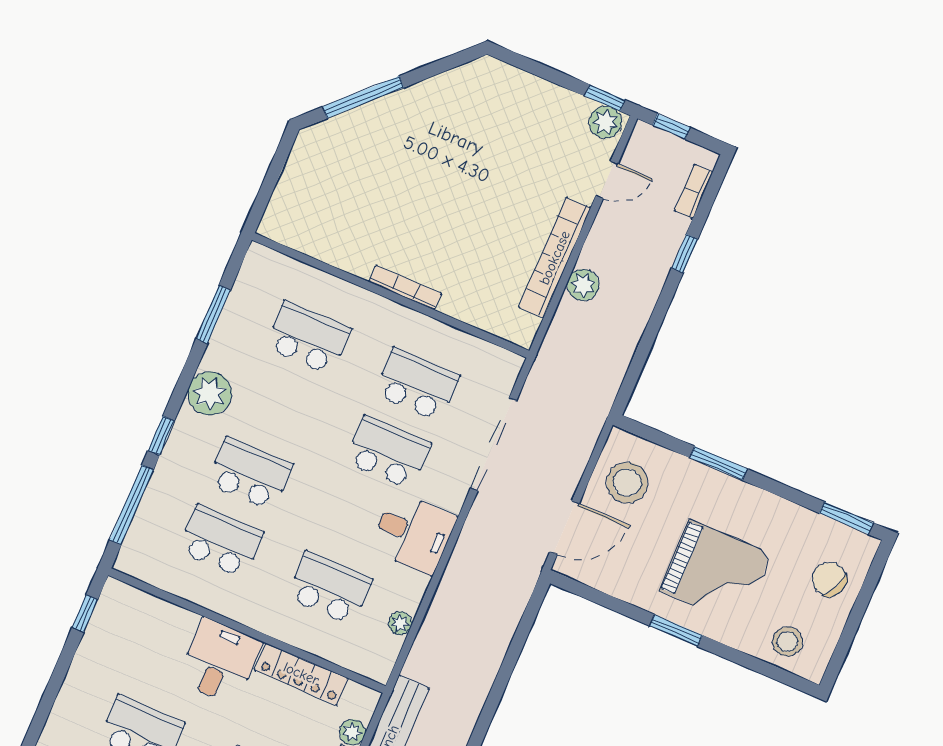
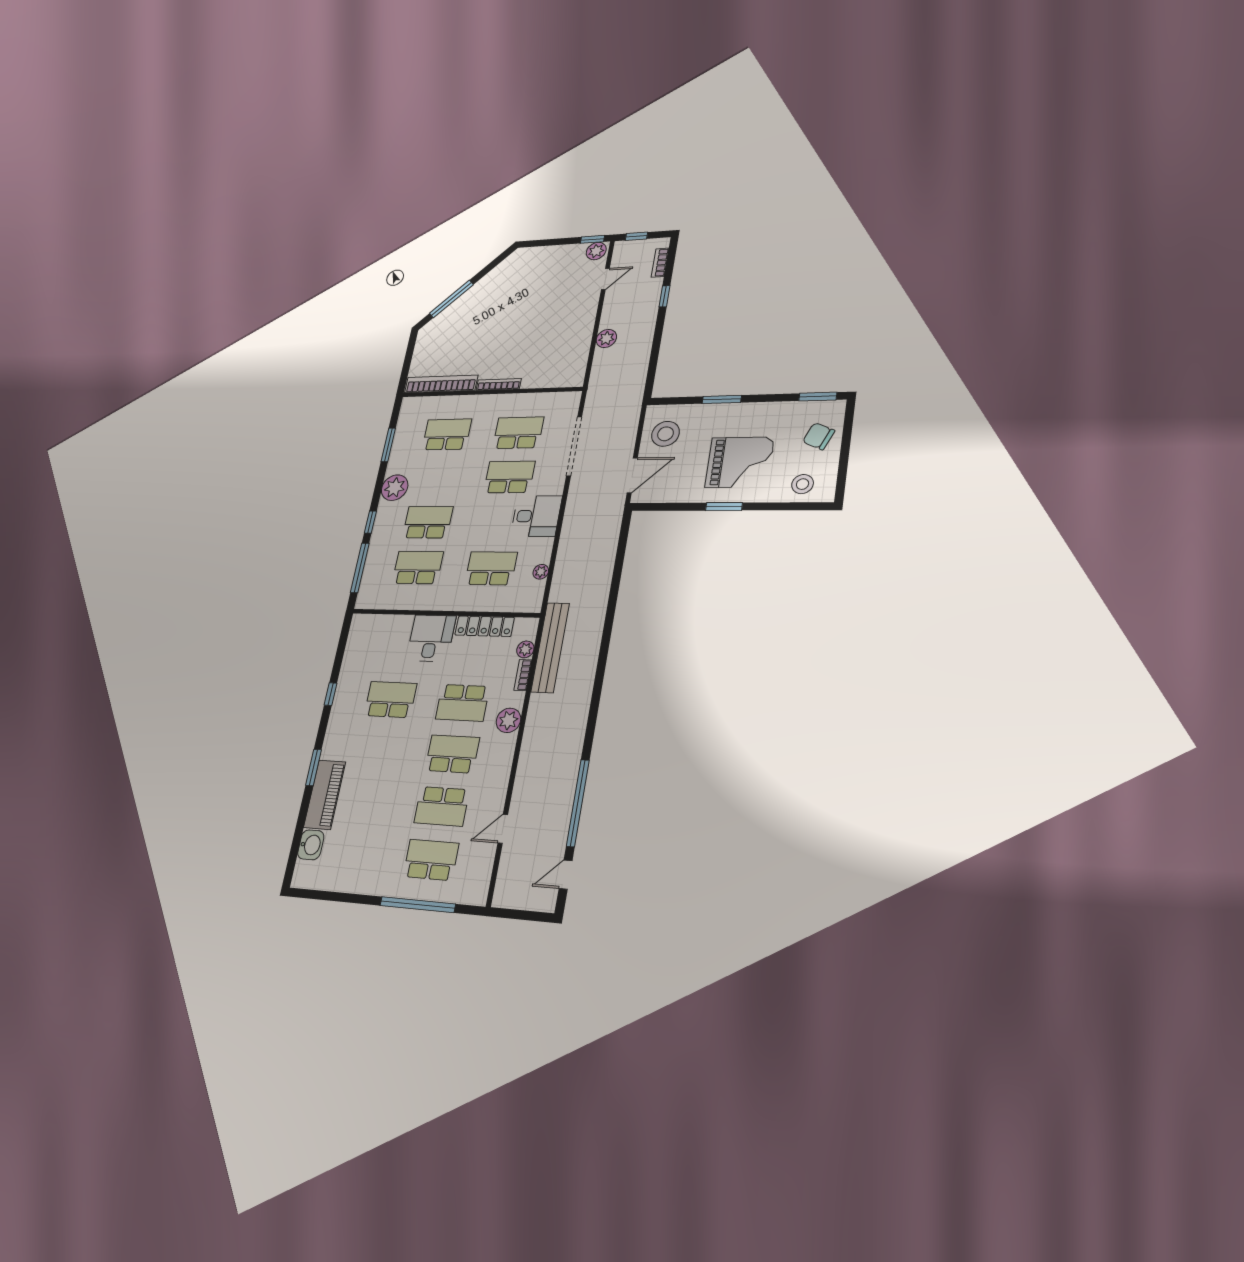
bookcase: (555, 258) -> (441, 384), moved, turned 90
window: (85, 614) -> (331, 694), moved

